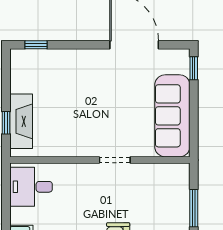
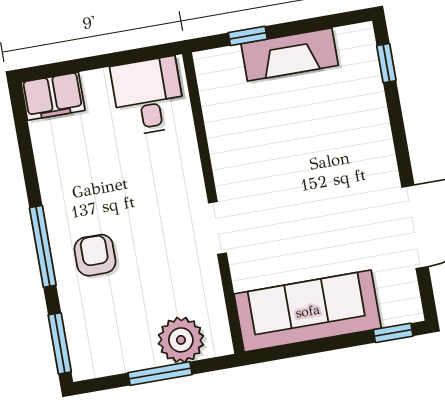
fireplace: (21, 121) -> (290, 55), moved
plant: (176, 193) -> (181, 340), added

